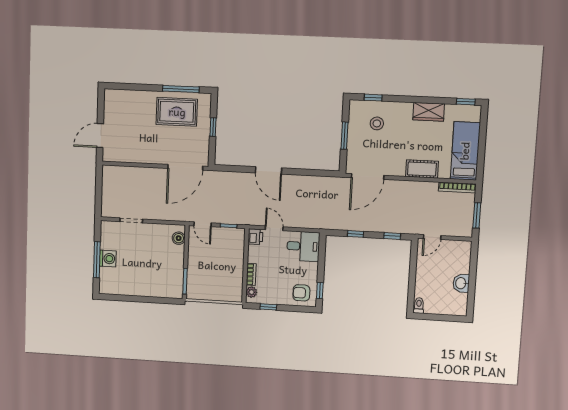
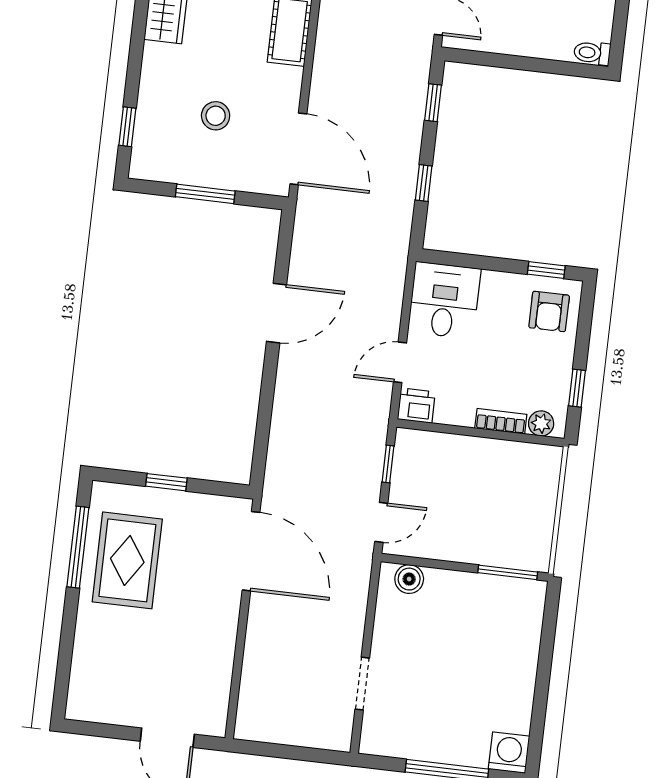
stool: (377, 123) -> (216, 116), moved
door: (268, 170) -> (277, 313), moved
washing machine: (108, 259) -> (509, 753), moved

